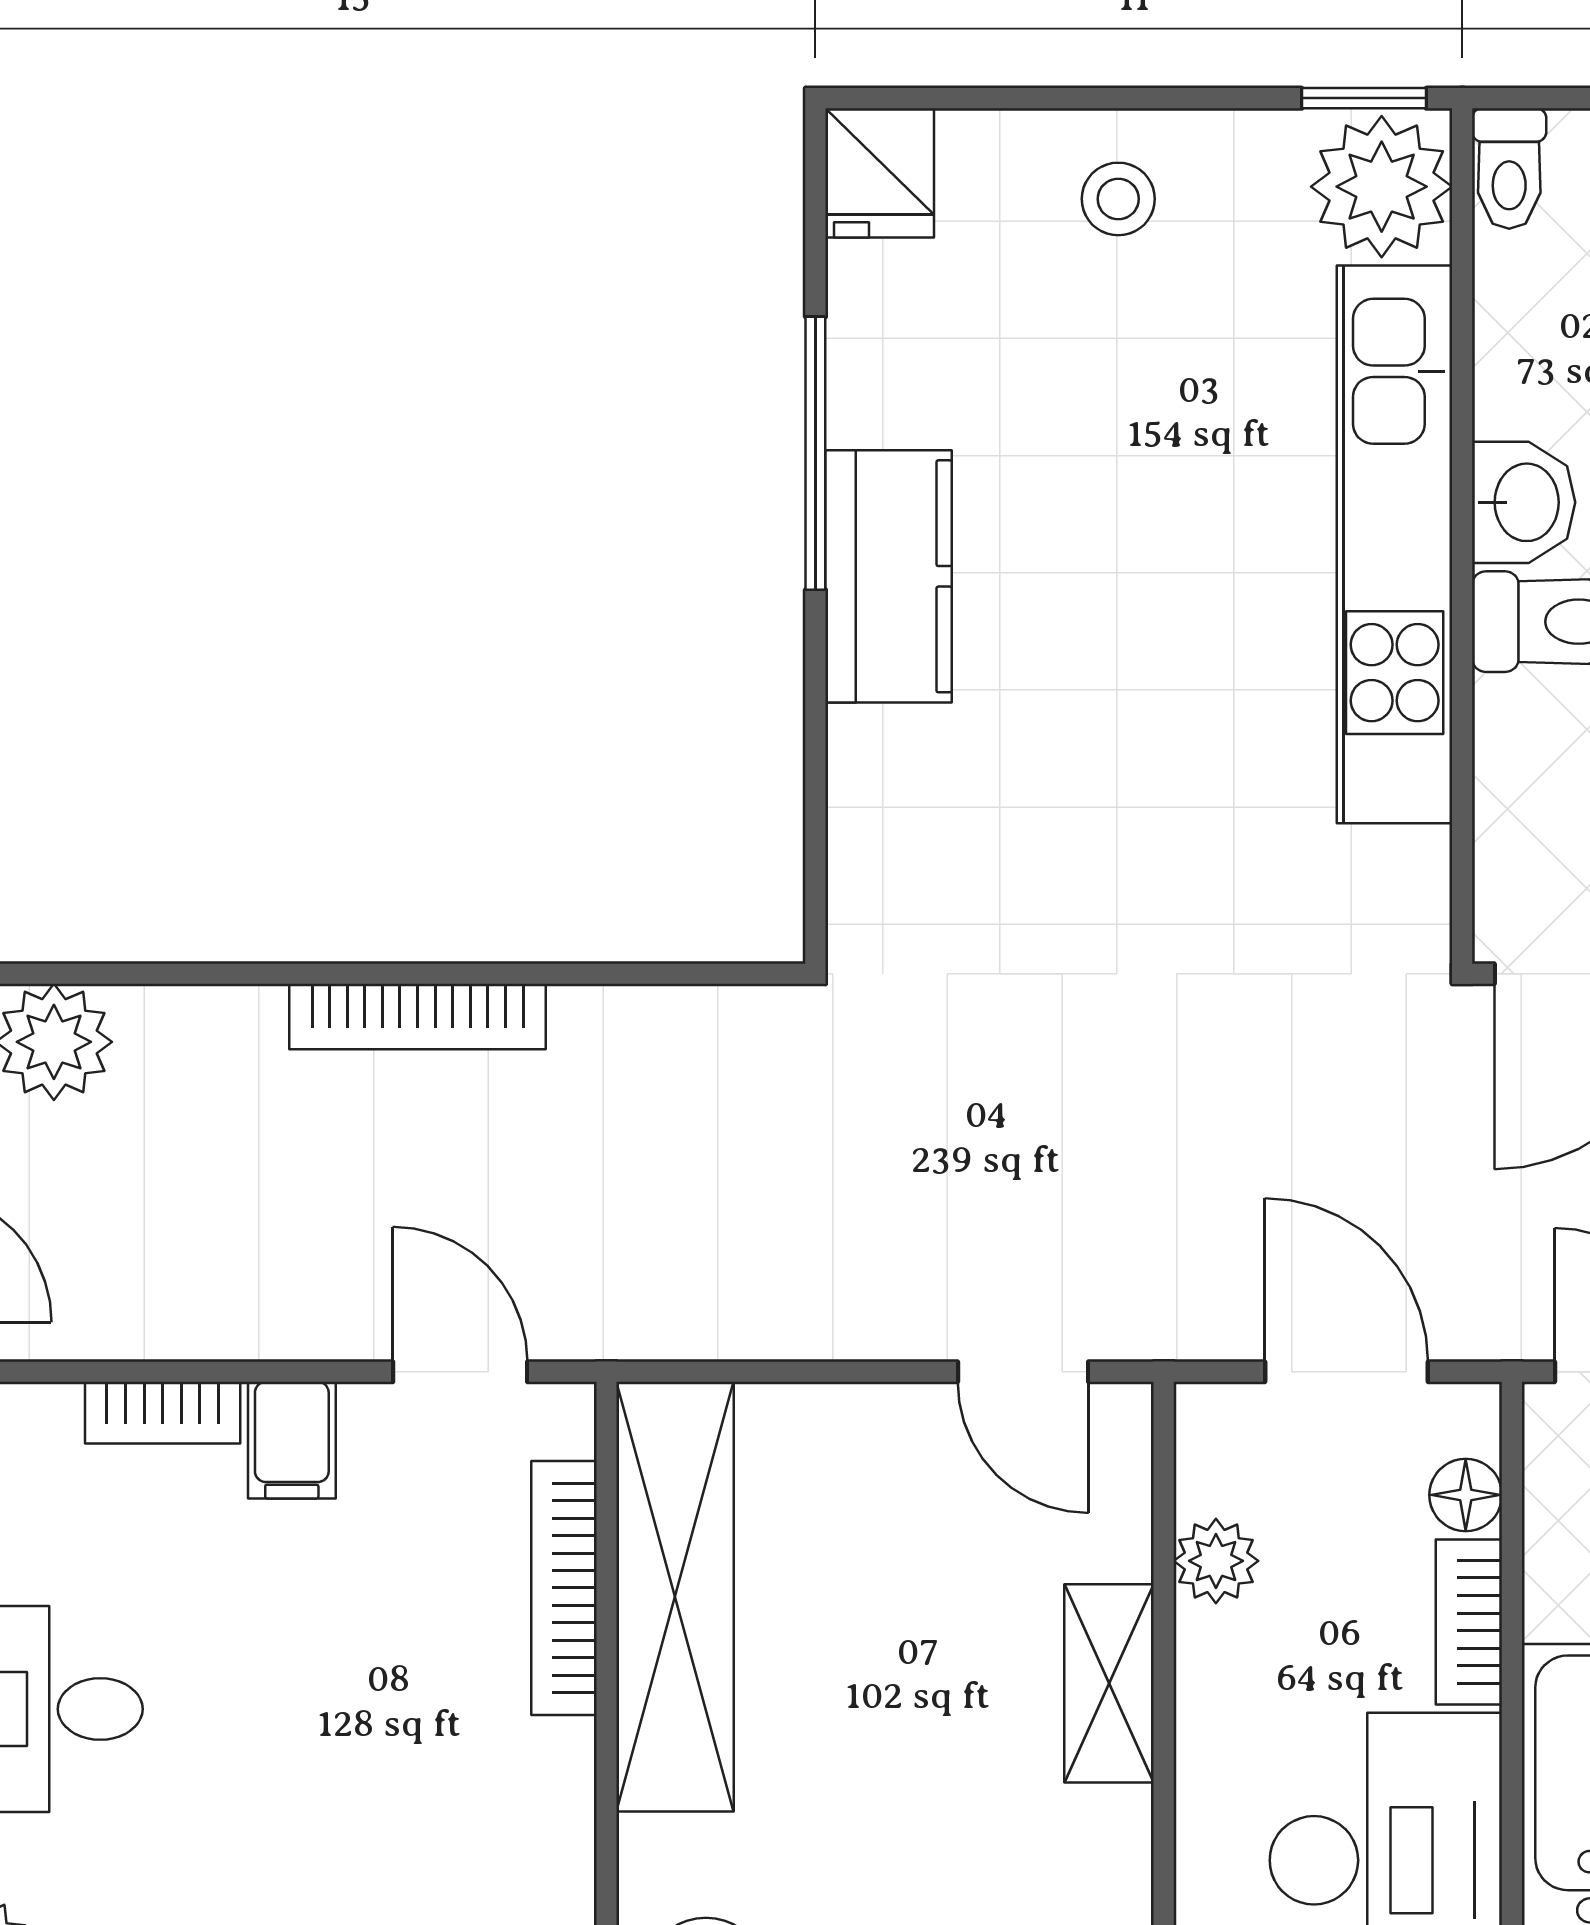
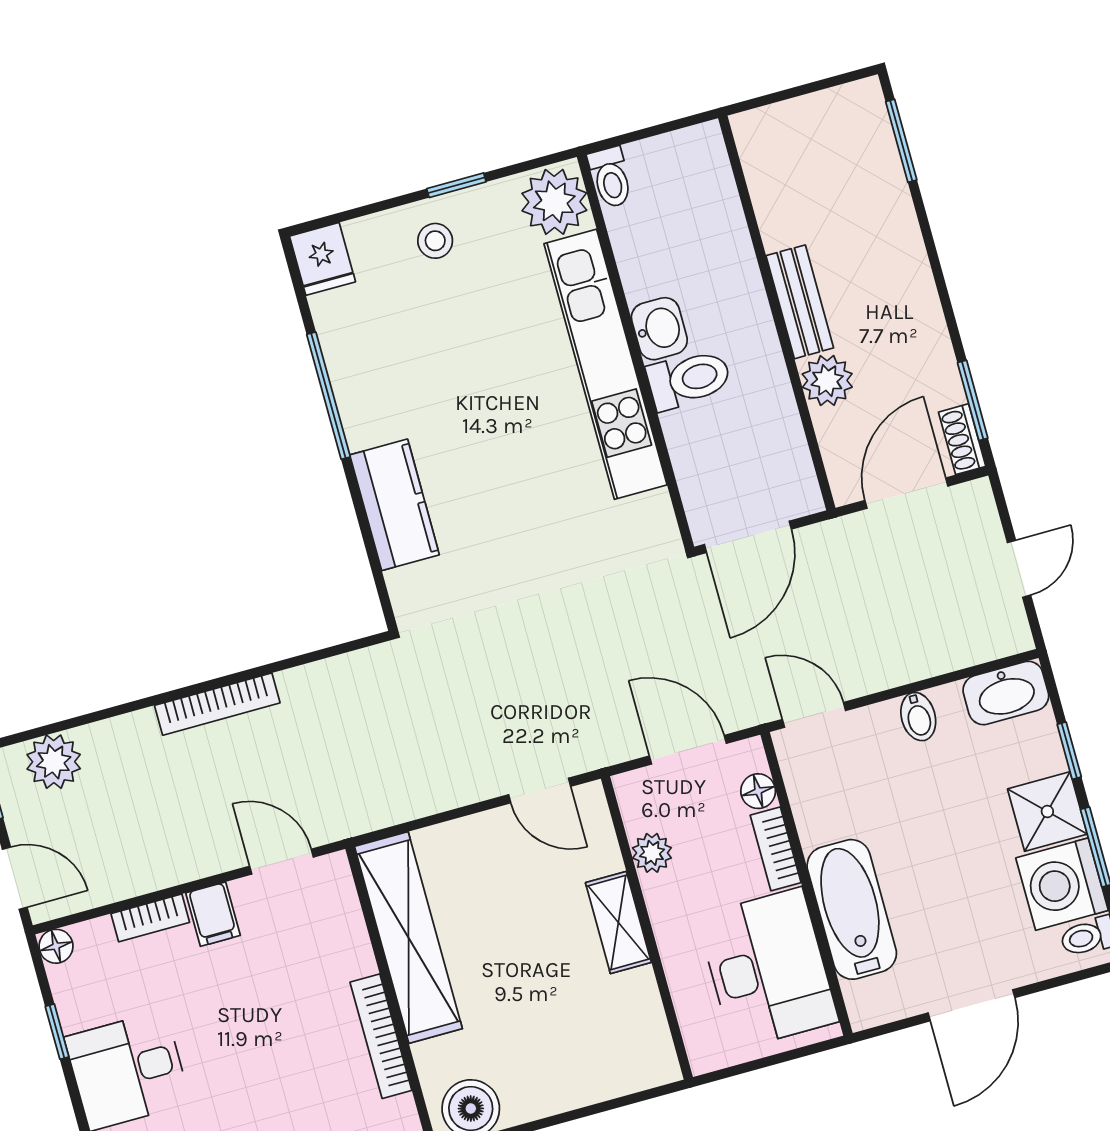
window: (1364, 98) -> (456, 185), moved
kitchen counter: (889, 576) -> (395, 505), moved
bookcase: (564, 1588) -> (381, 1036), moved

